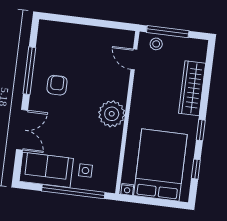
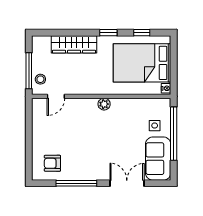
armchair: (57, 85) -> (52, 163), moved
plant: (112, 114) -> (104, 104), width x0.53, depth x0.53

